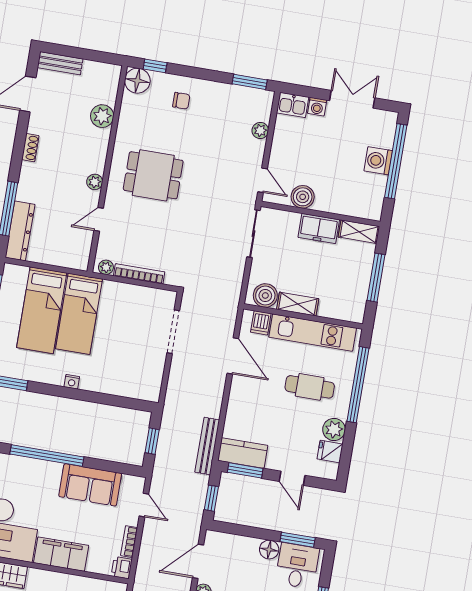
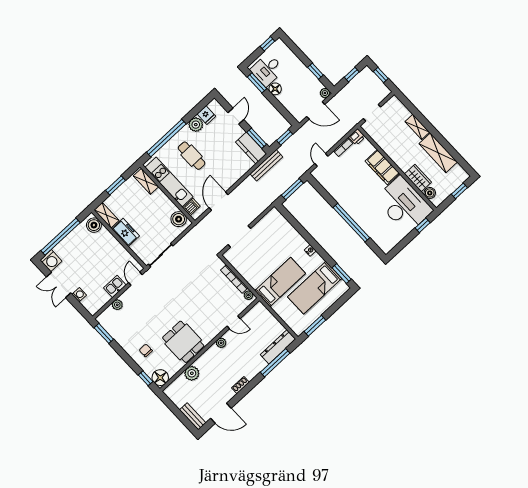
kitchen sink: (293, 105) -> (115, 286), moved, turned -90
washing machine: (378, 161) -> (51, 261), moved
dining table: (153, 175) -> (183, 342), moved
boiler: (303, 197) -> (94, 225), moved
window: (376, 278) -> (116, 185), width x0.69
shelving: (298, 304) -> (146, 181), moved
bed: (42, 310) -> (315, 288), moved, turned 180
window: (152, 441) -> (292, 189), width x1.50
sofa: (90, 485) -> (341, 191), removed

